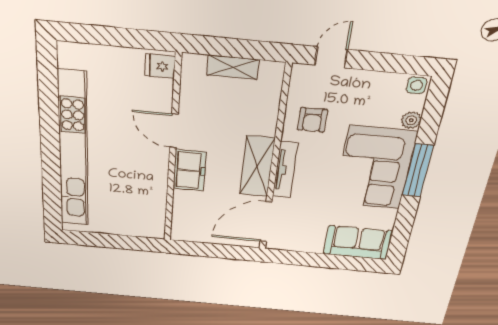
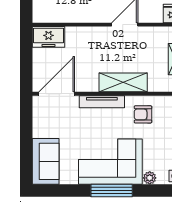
shelving: (257, 166) -> (123, 82), moved
freezer: (190, 170) -> (49, 37), moved
door: (266, 222) -> (57, 94), hinge flipped

